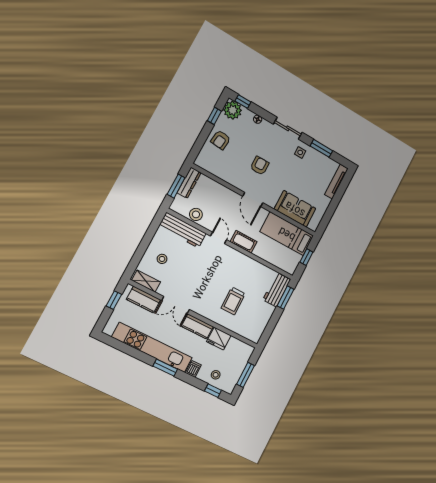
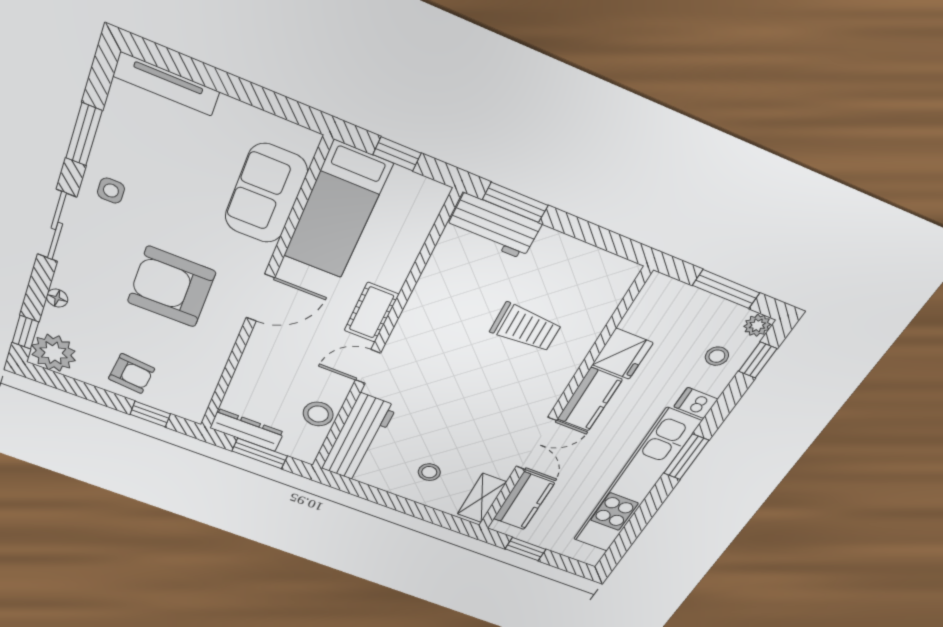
window: (214, 116) -> (150, 414), moved
armchair: (260, 166) -> (171, 287), width x1.88, depth x1.88
plant: (229, 388) -> (757, 325), added

